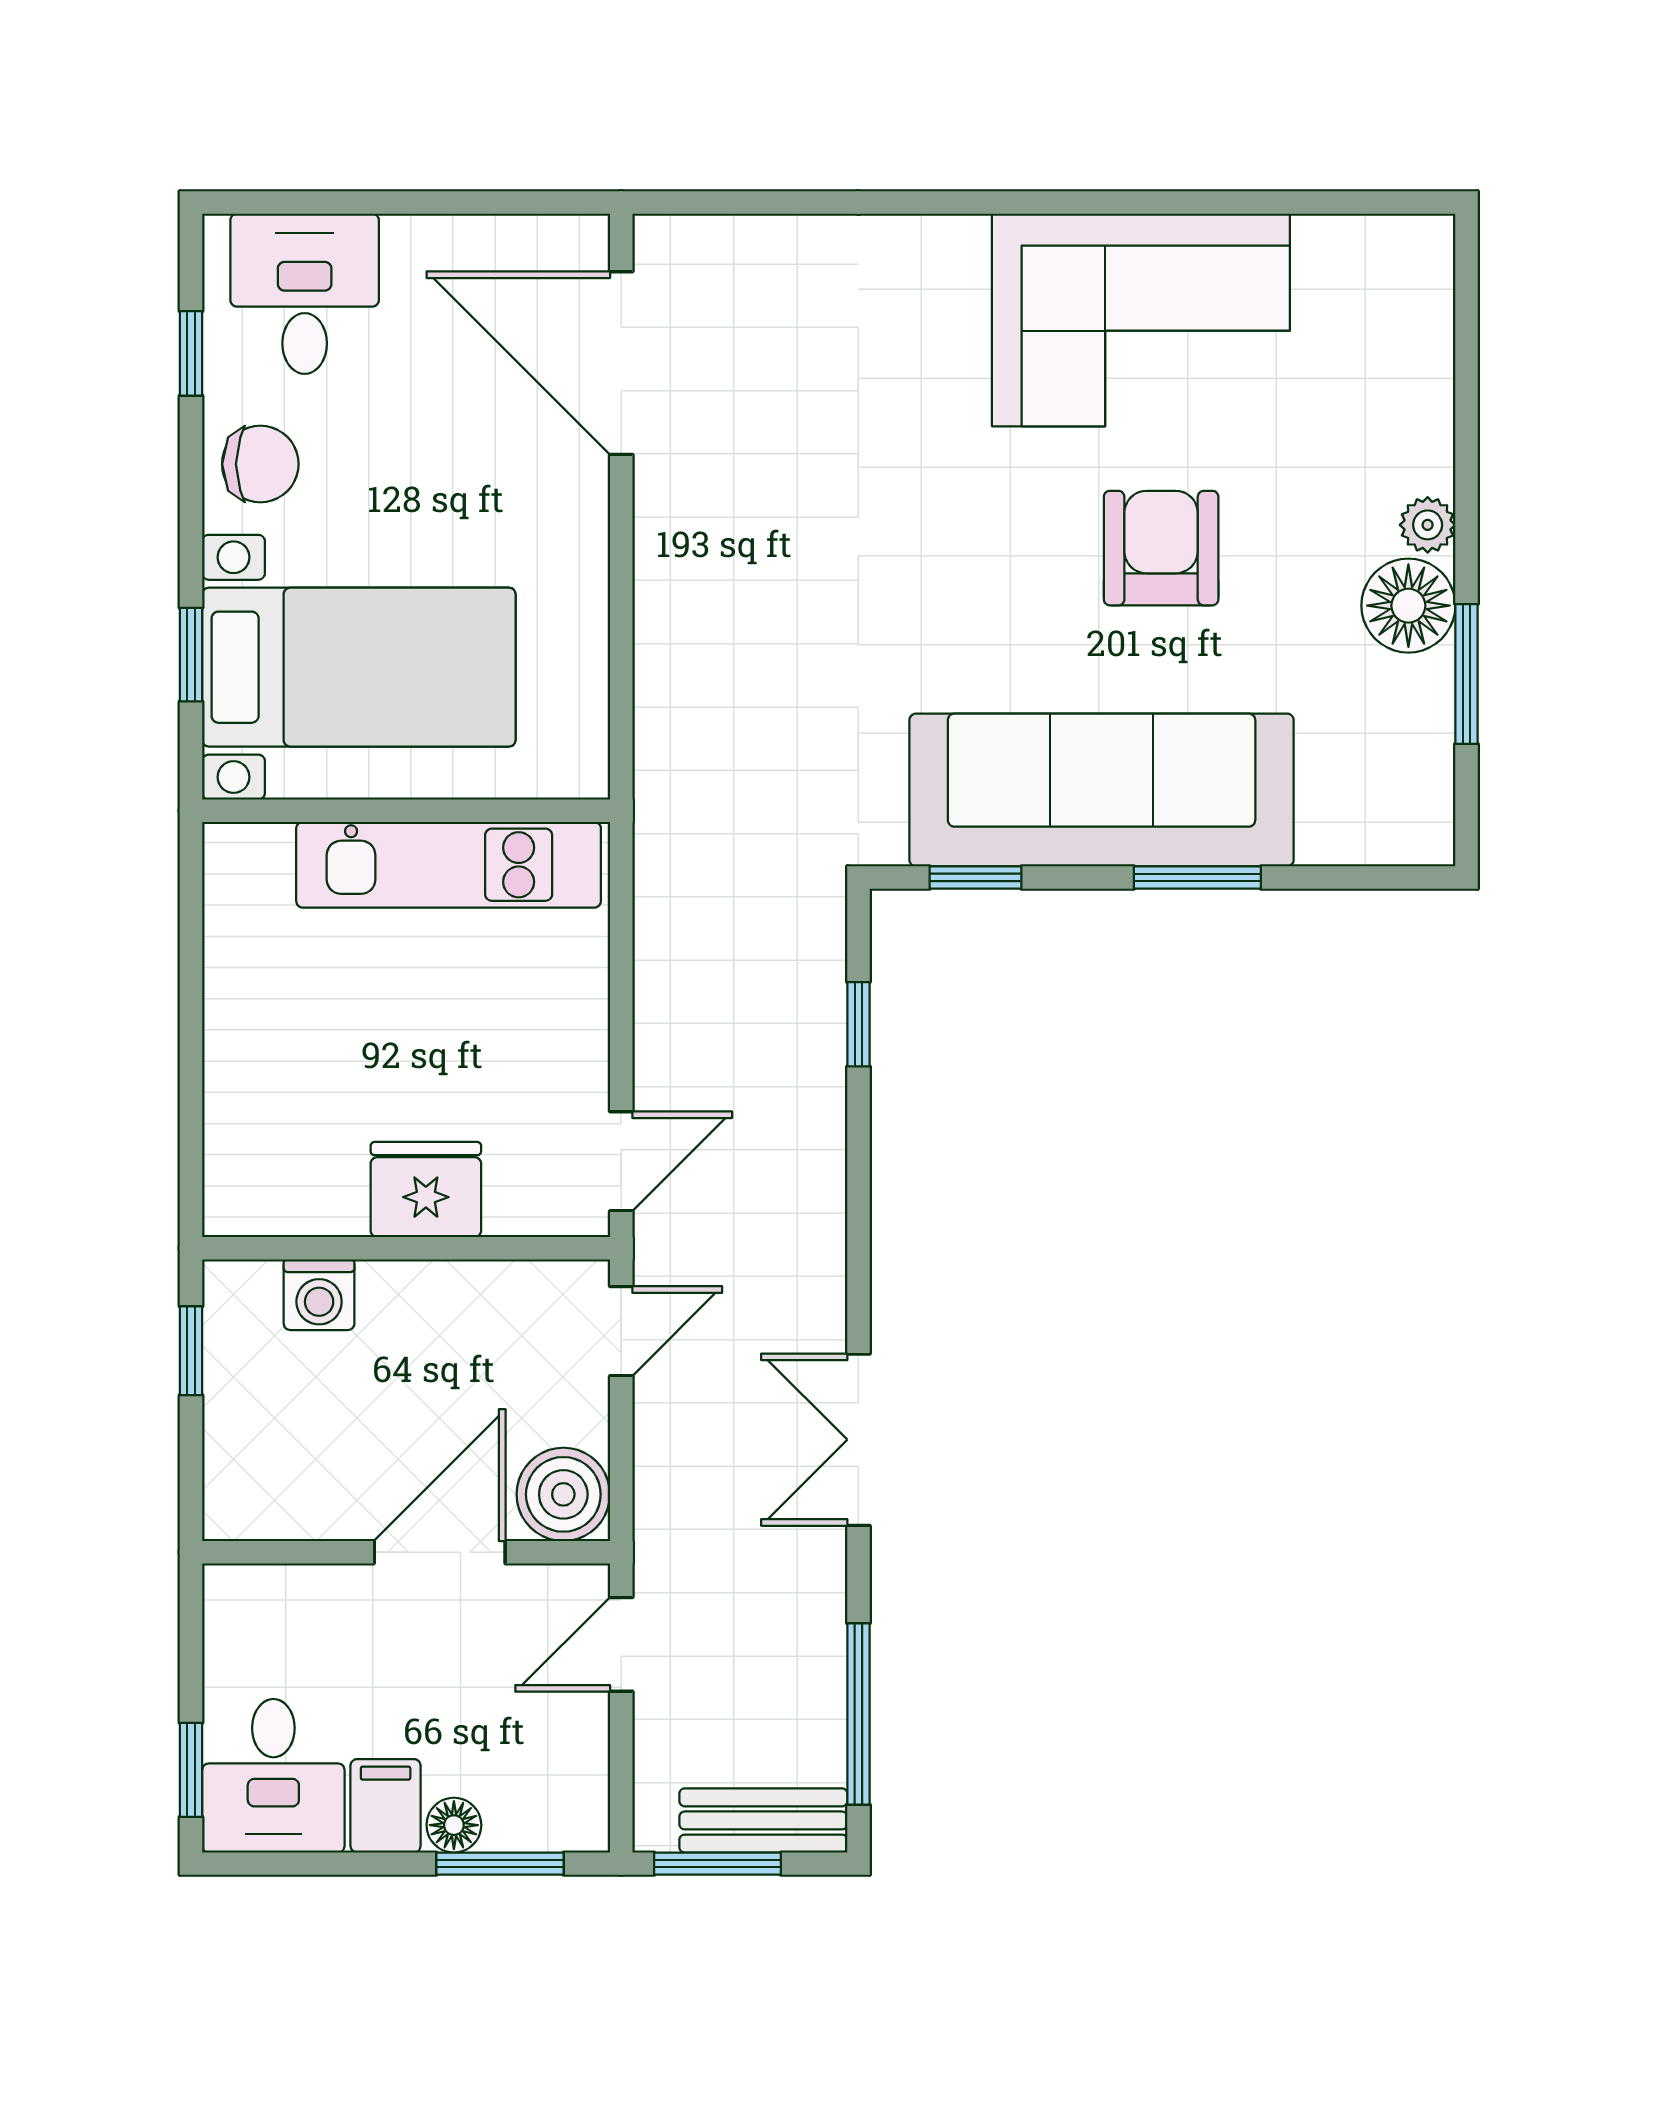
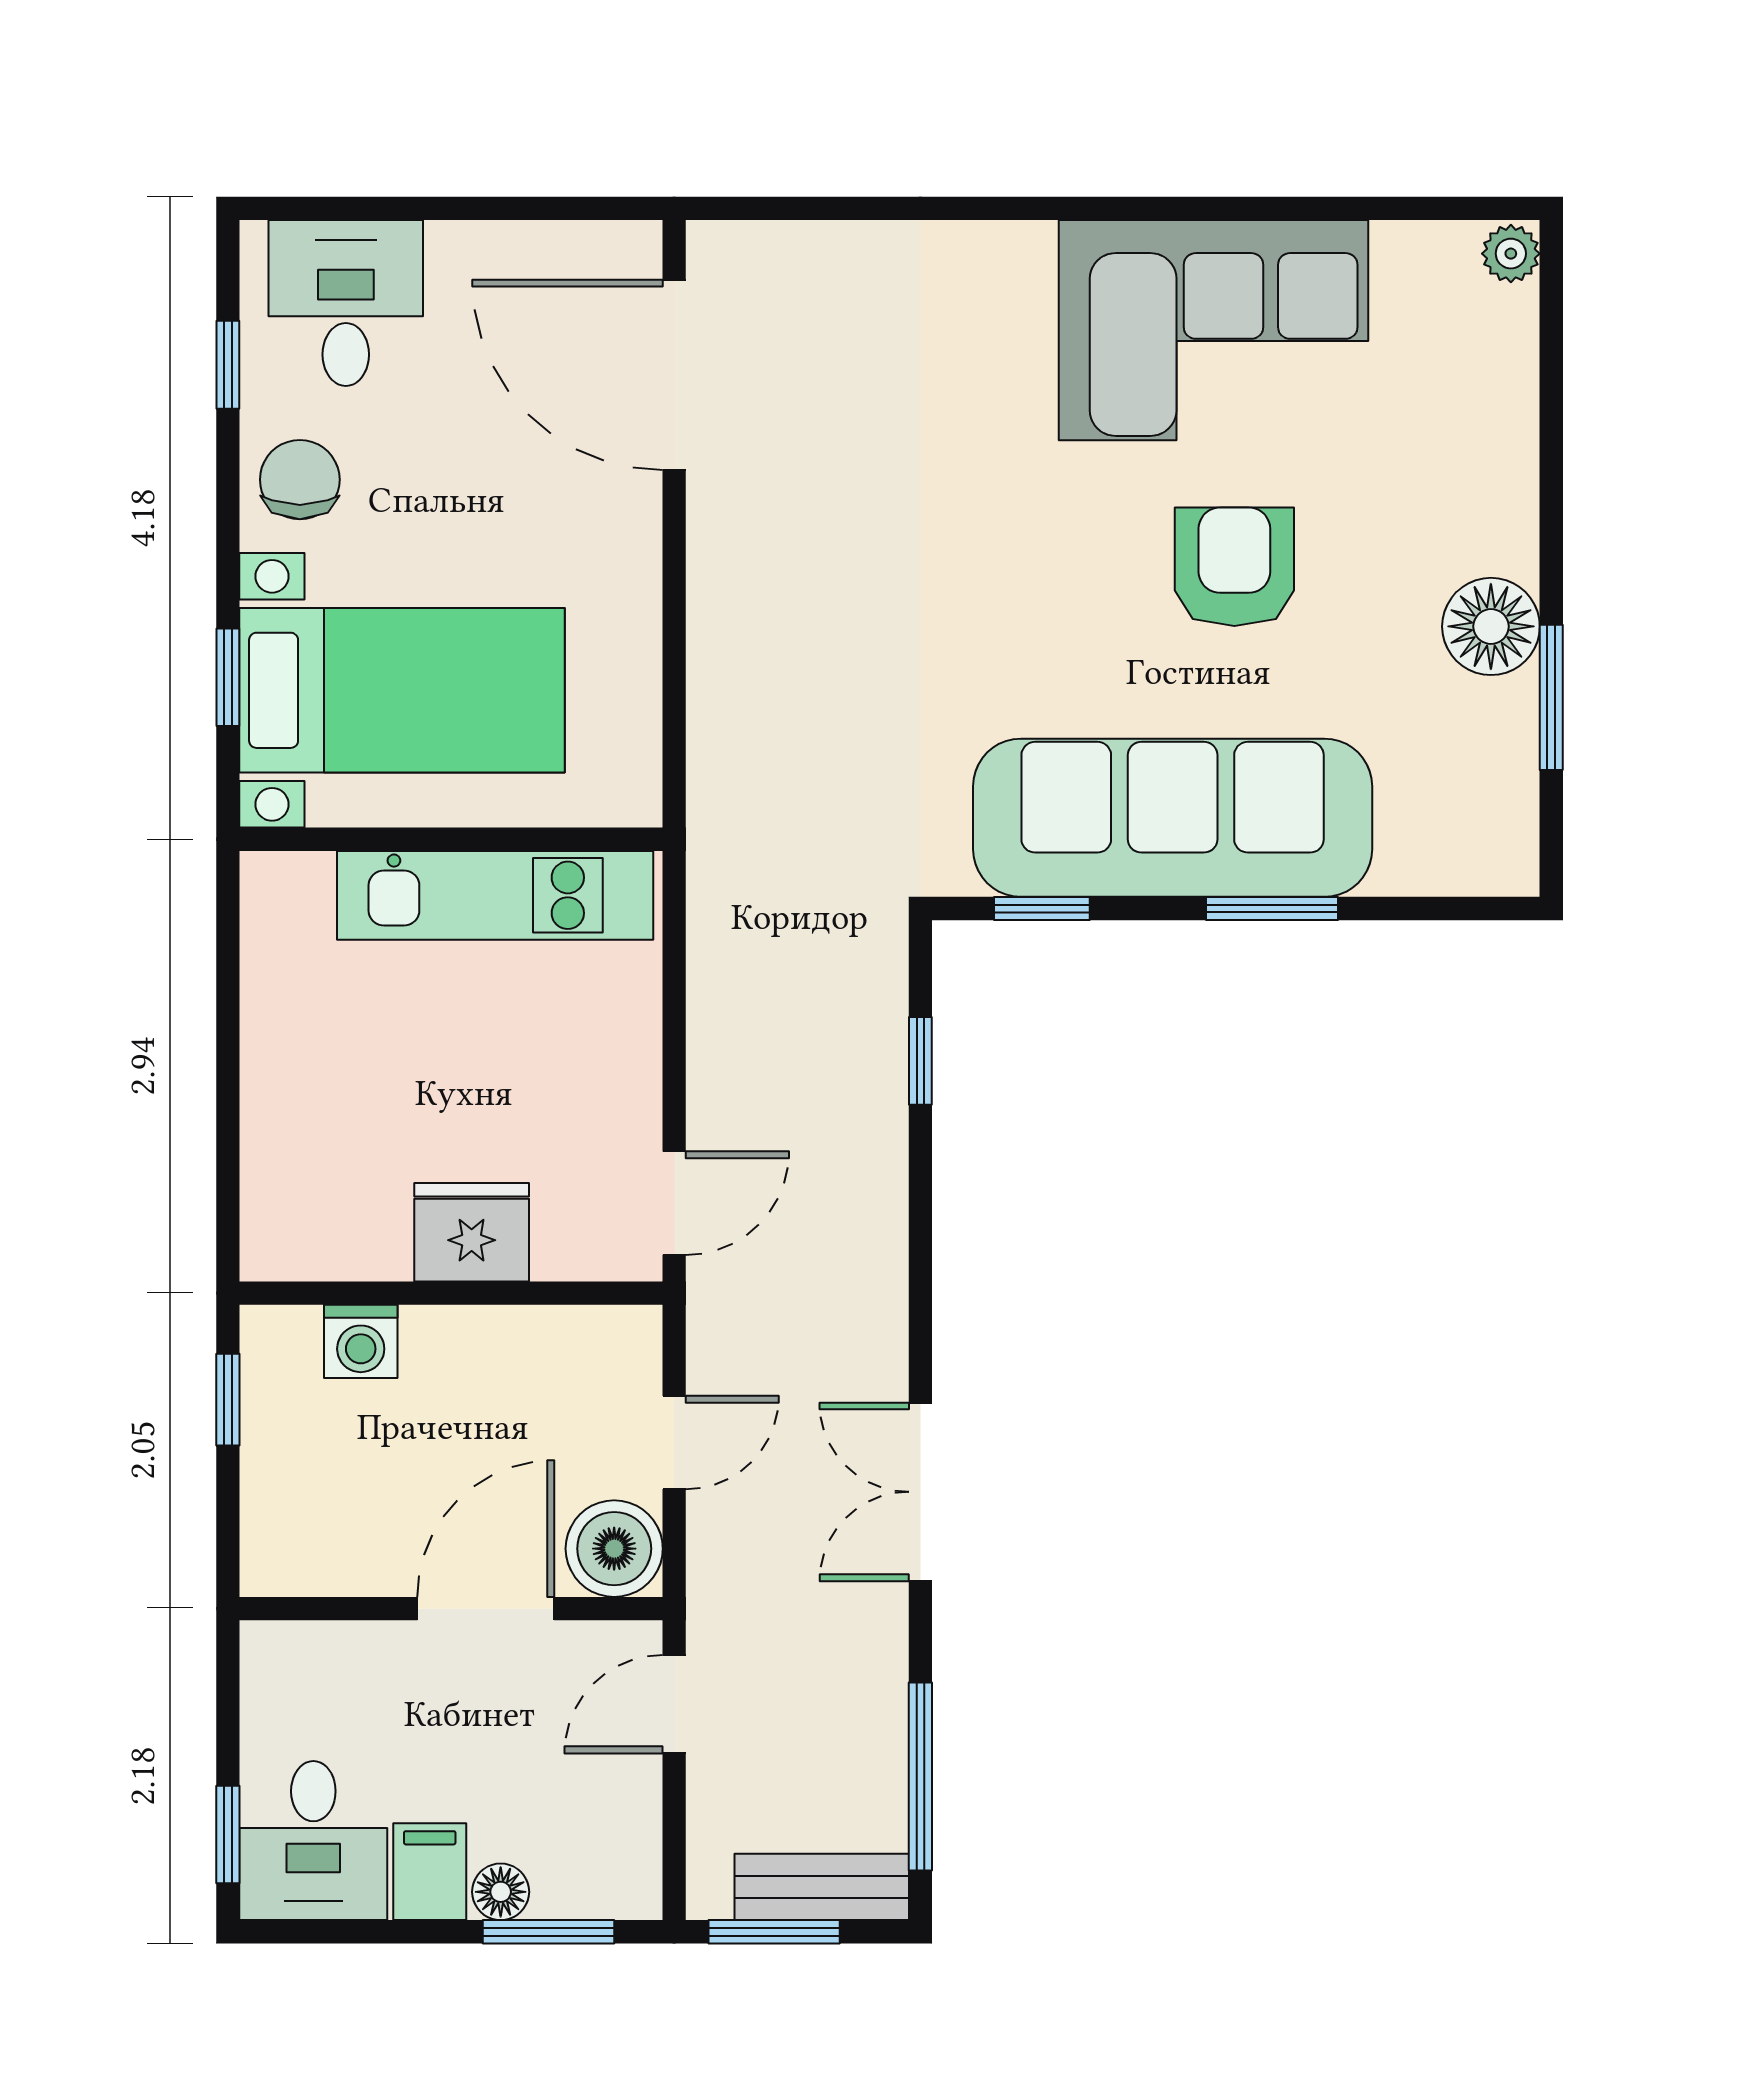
chair: (260, 464) -> (300, 480), turned -90
plant: (1428, 525) -> (1511, 254), moved
door: (621, 1331) -> (674, 1442), moved

